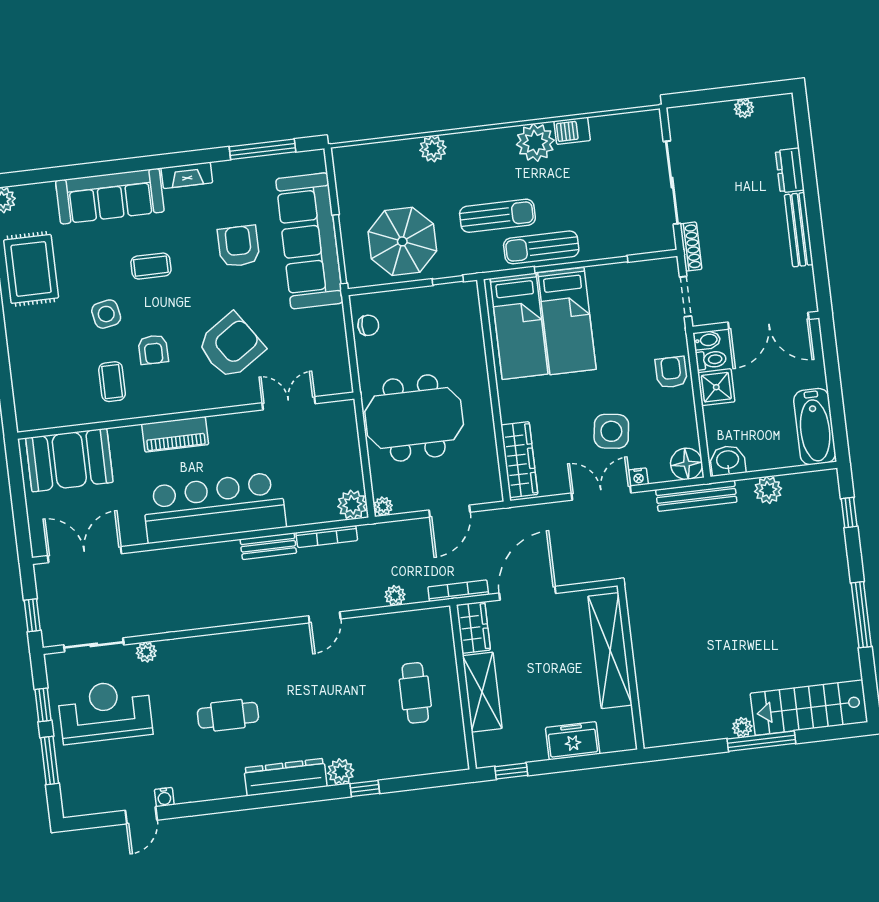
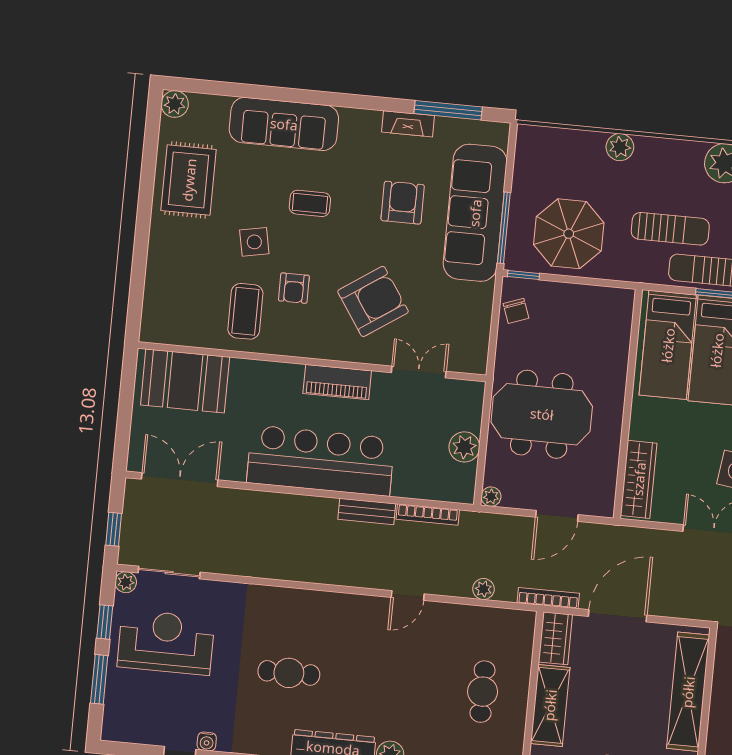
fireplace: (187, 175) -> (408, 124), moved
window: (448, 280) -> (524, 275), moved
chair: (368, 325) -> (516, 311), turned 70
coffee table: (112, 382) -> (245, 311), width x1.36, depth x1.30
piano: (175, 434) -> (337, 382), moved
plant: (352, 505) -> (464, 447), moved
plant: (146, 652) -> (126, 582), moved

